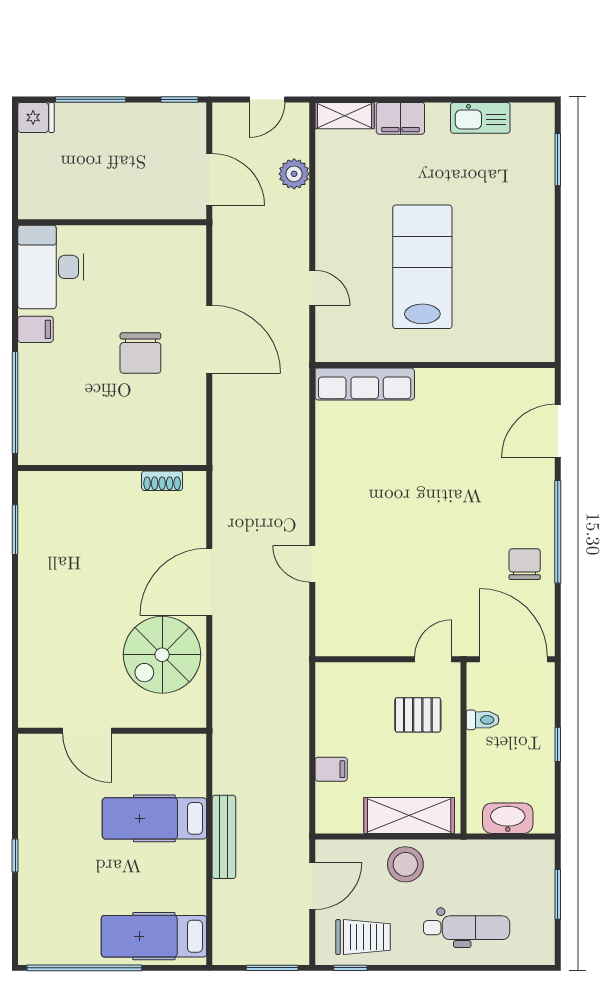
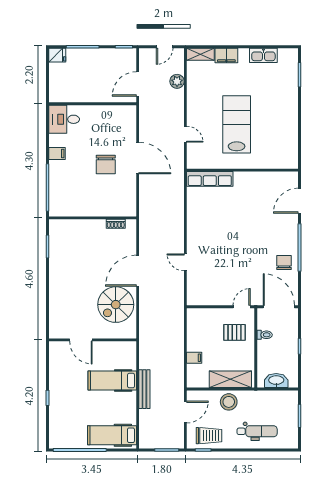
door: (209, 180) -> (138, 84), swing flipped
desk: (51, 267) -> (64, 119), width x0.73

